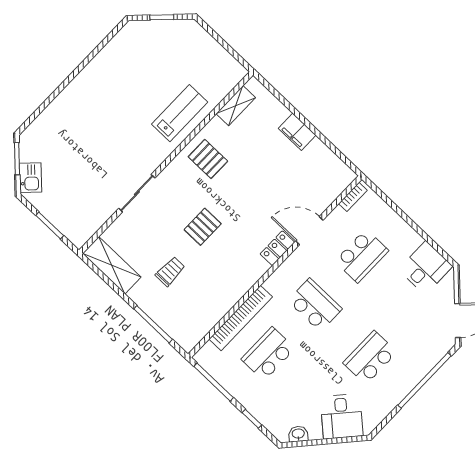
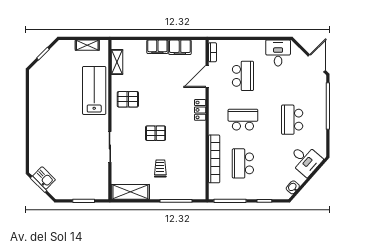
shelving: (220, 55) -> (87, 45), added
lab bench: (180, 113) -> (94, 90), width x1.36, depth x1.39
filing cabinet: (322, 156) -> (180, 47), added
kitchen sink: (30, 178) -> (44, 178), moved
pallet: (203, 227) -> (156, 133), turned 90
door: (309, 231) -> (207, 76), moved

